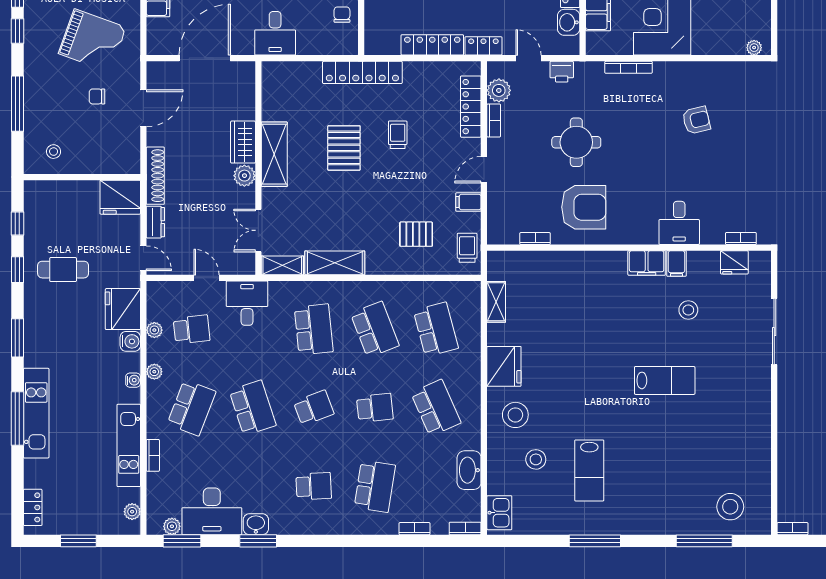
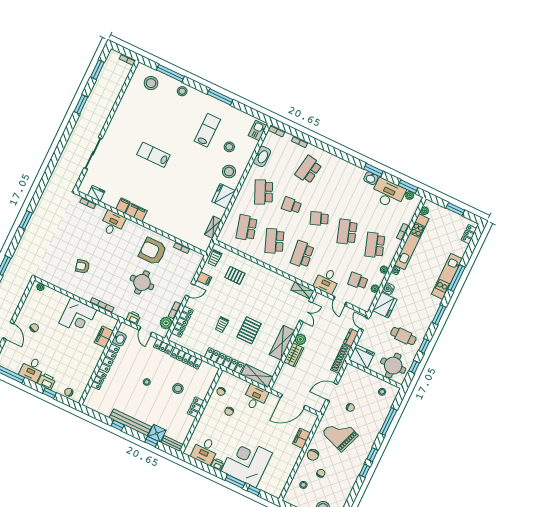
round table: (56, 208) -> (393, 366), added
shelving: (335, 263) -> (257, 376), moved
stool: (688, 310) -> (182, 91), moved
school desk: (192, 408) -> (375, 245), turned -39
kitchen unit: (129, 445) -> (412, 242), width x1.36
school desk: (314, 486) -> (336, 183), removed

